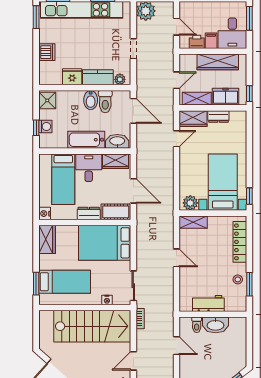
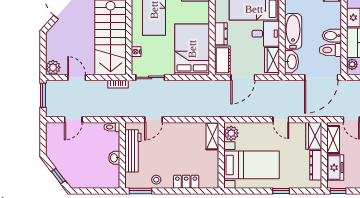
door: (133, 111) -> (321, 77), width x1.36
dresser: (218, 116) -> (316, 165), width x1.44
door: (176, 139) -> (281, 120), moved
window: (249, 196) -> (281, 191), moved
locker: (240, 242) -> (186, 182), width x0.66
door: (176, 258) -> (154, 120), moved
window: (249, 284) -> (141, 191), moved
workbench: (208, 303) -> (133, 151), width x1.38
toilet: (197, 325) -> (112, 127), moved
washbasin: (216, 325) -> (114, 158), width x0.52, depth x0.69
door: (176, 346) -> (73, 120), moved

